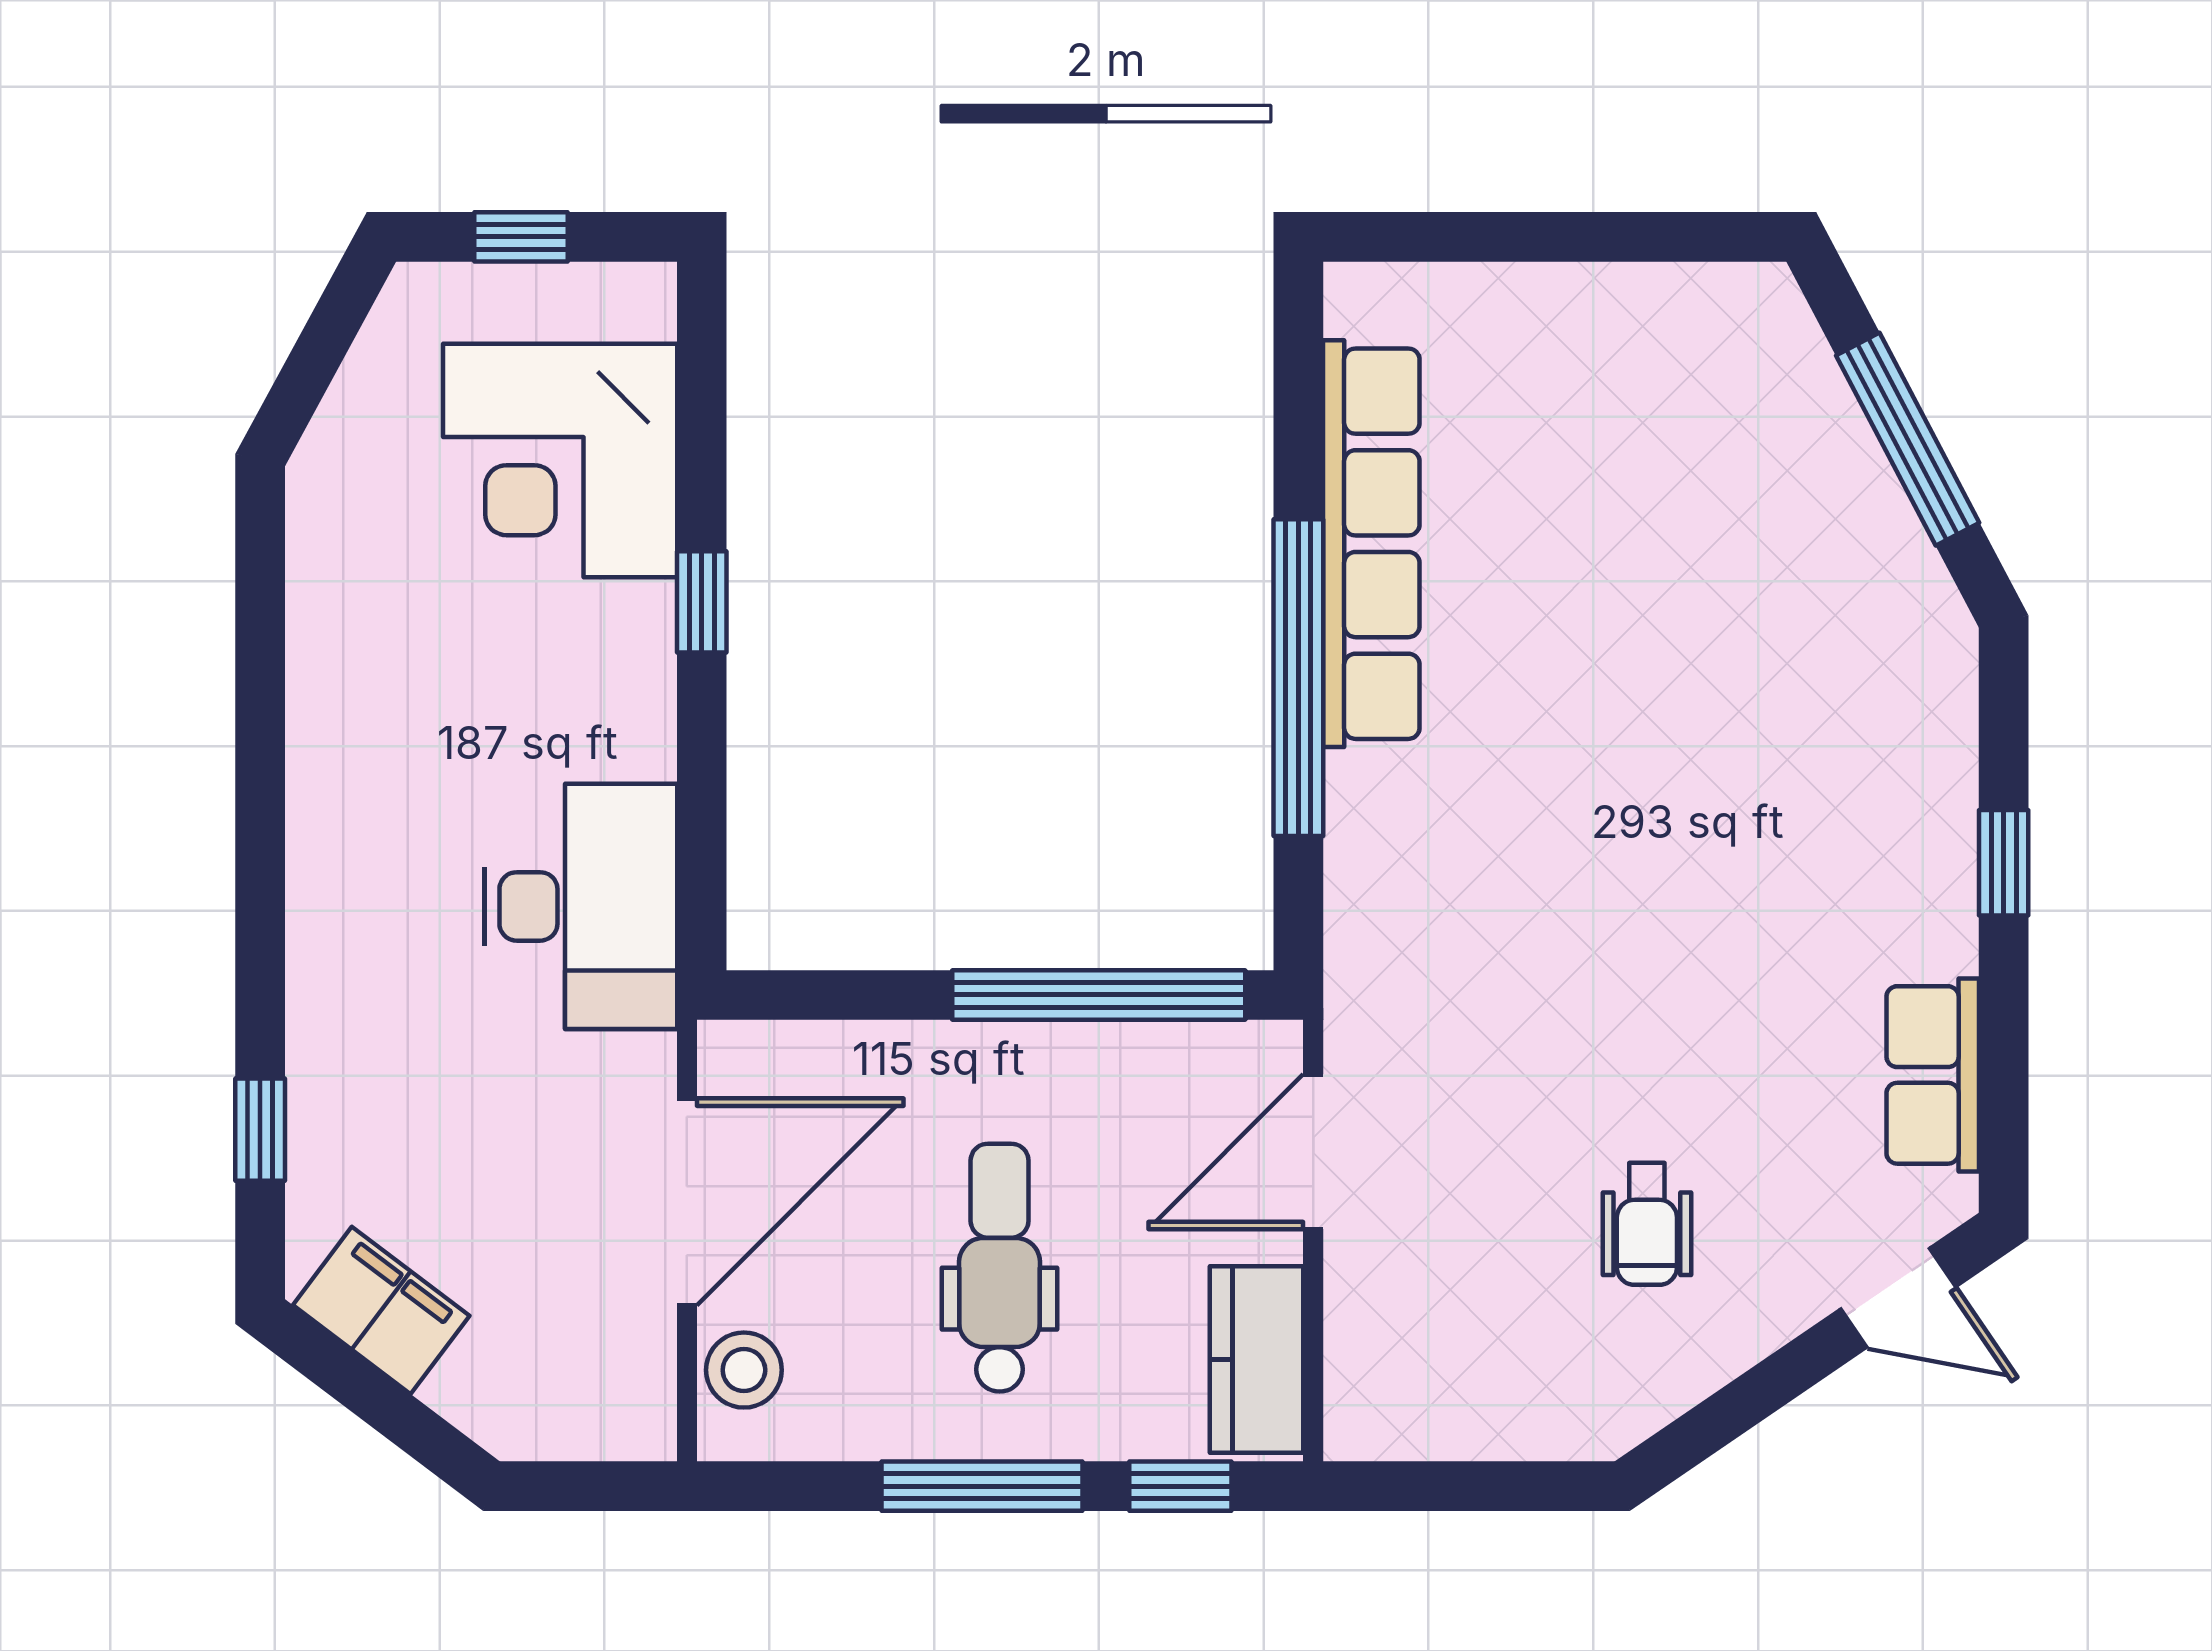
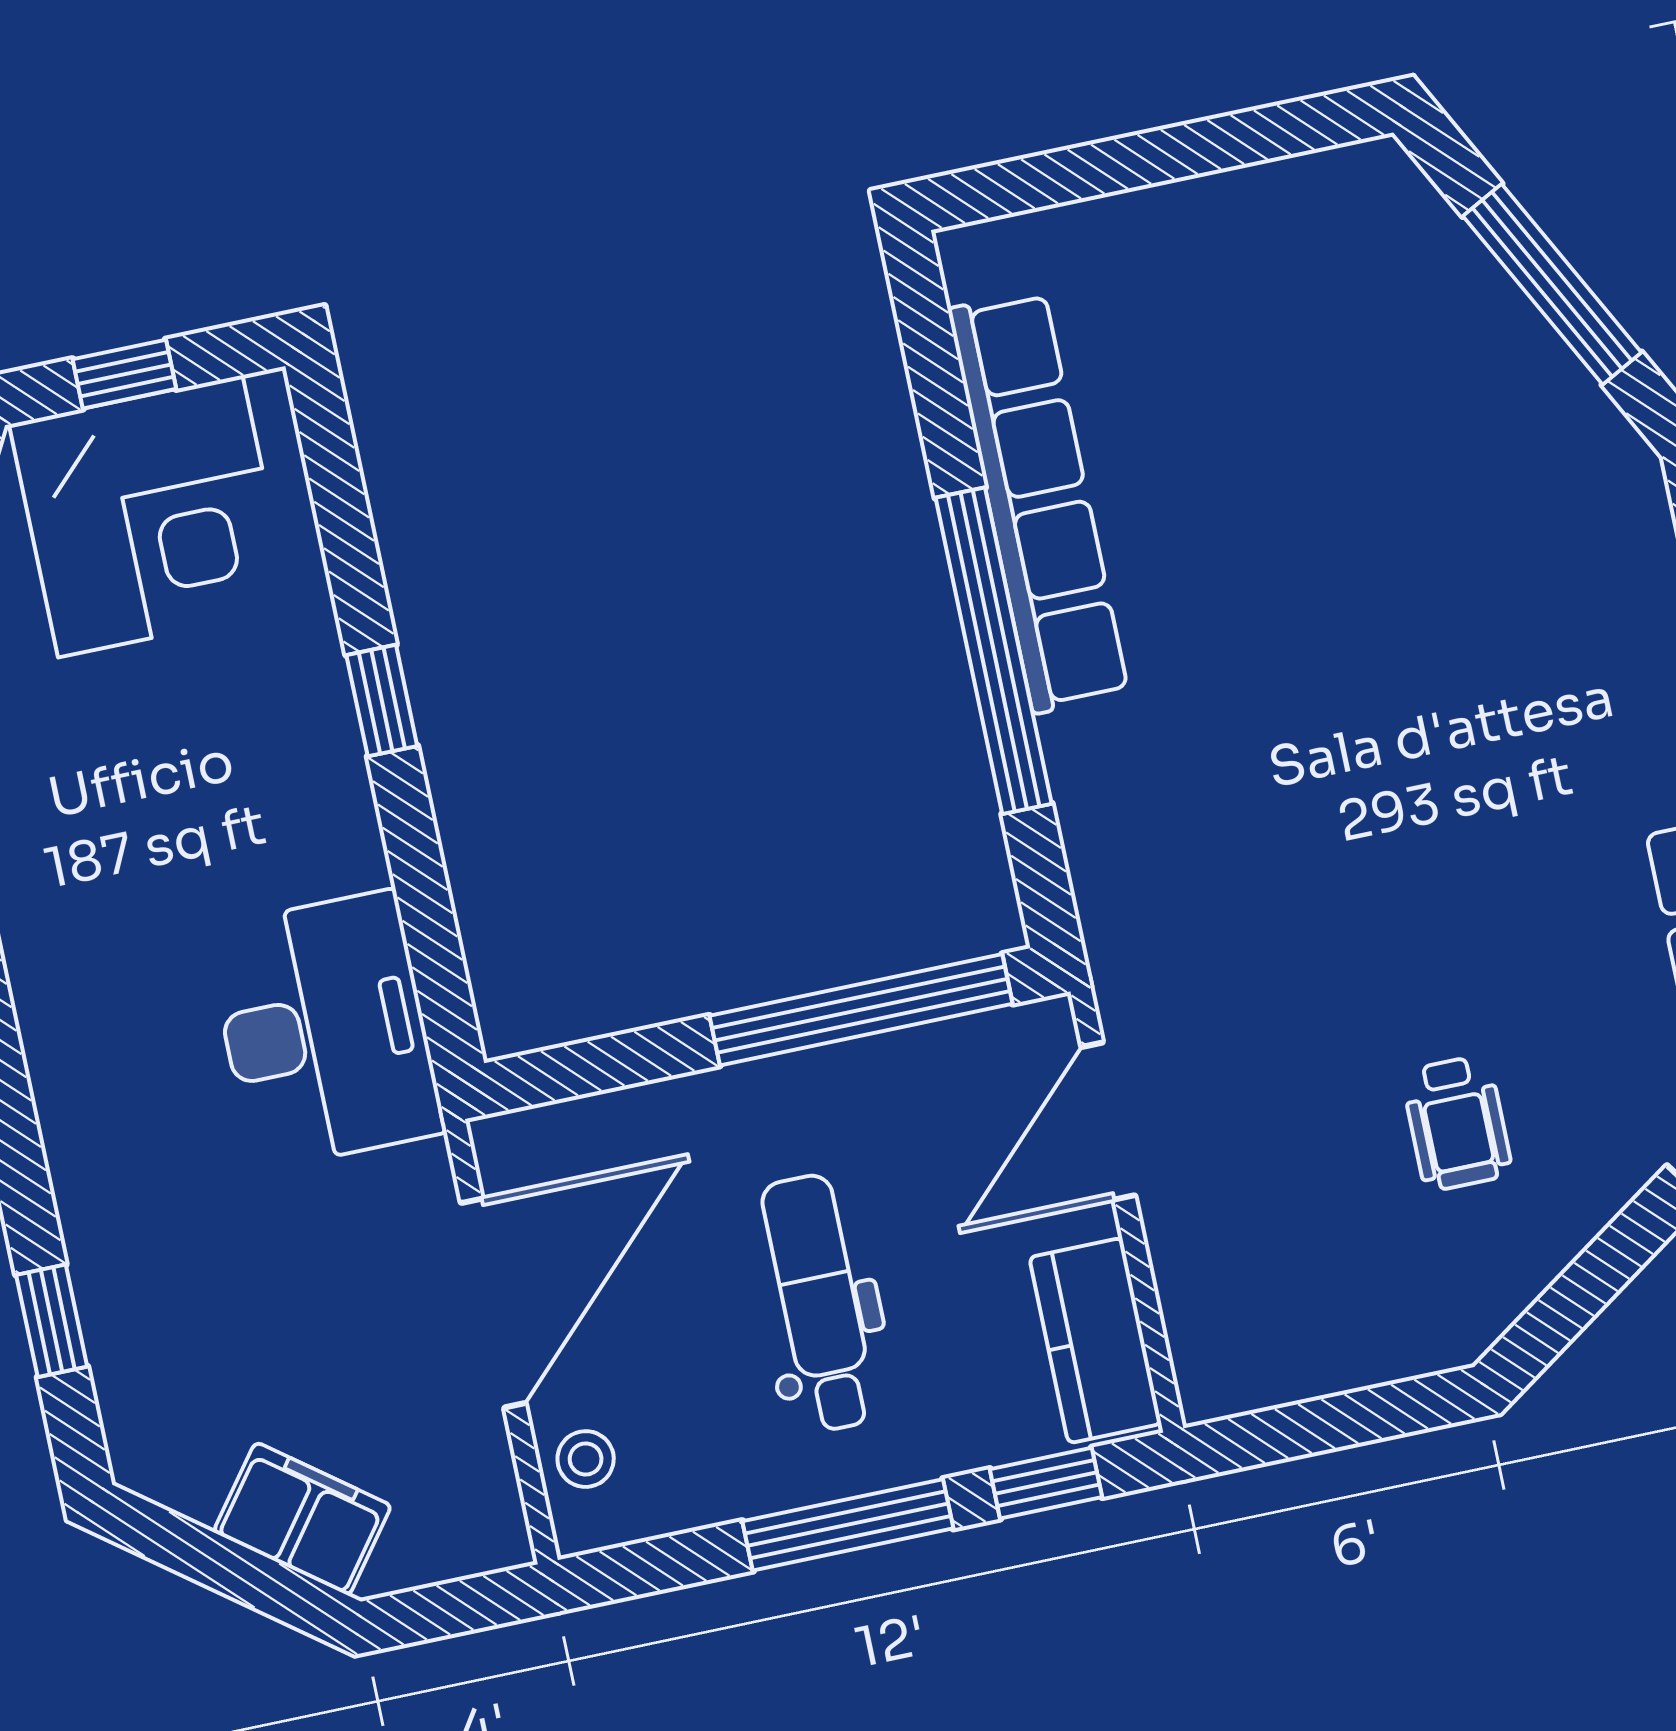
corner desk: (560, 460) -> (150, 516), moved, turned -90
filing cabinet: (381, 1310) -> (302, 1519), moved
stool: (744, 1370) -> (586, 1459), width x0.73, depth x0.73

